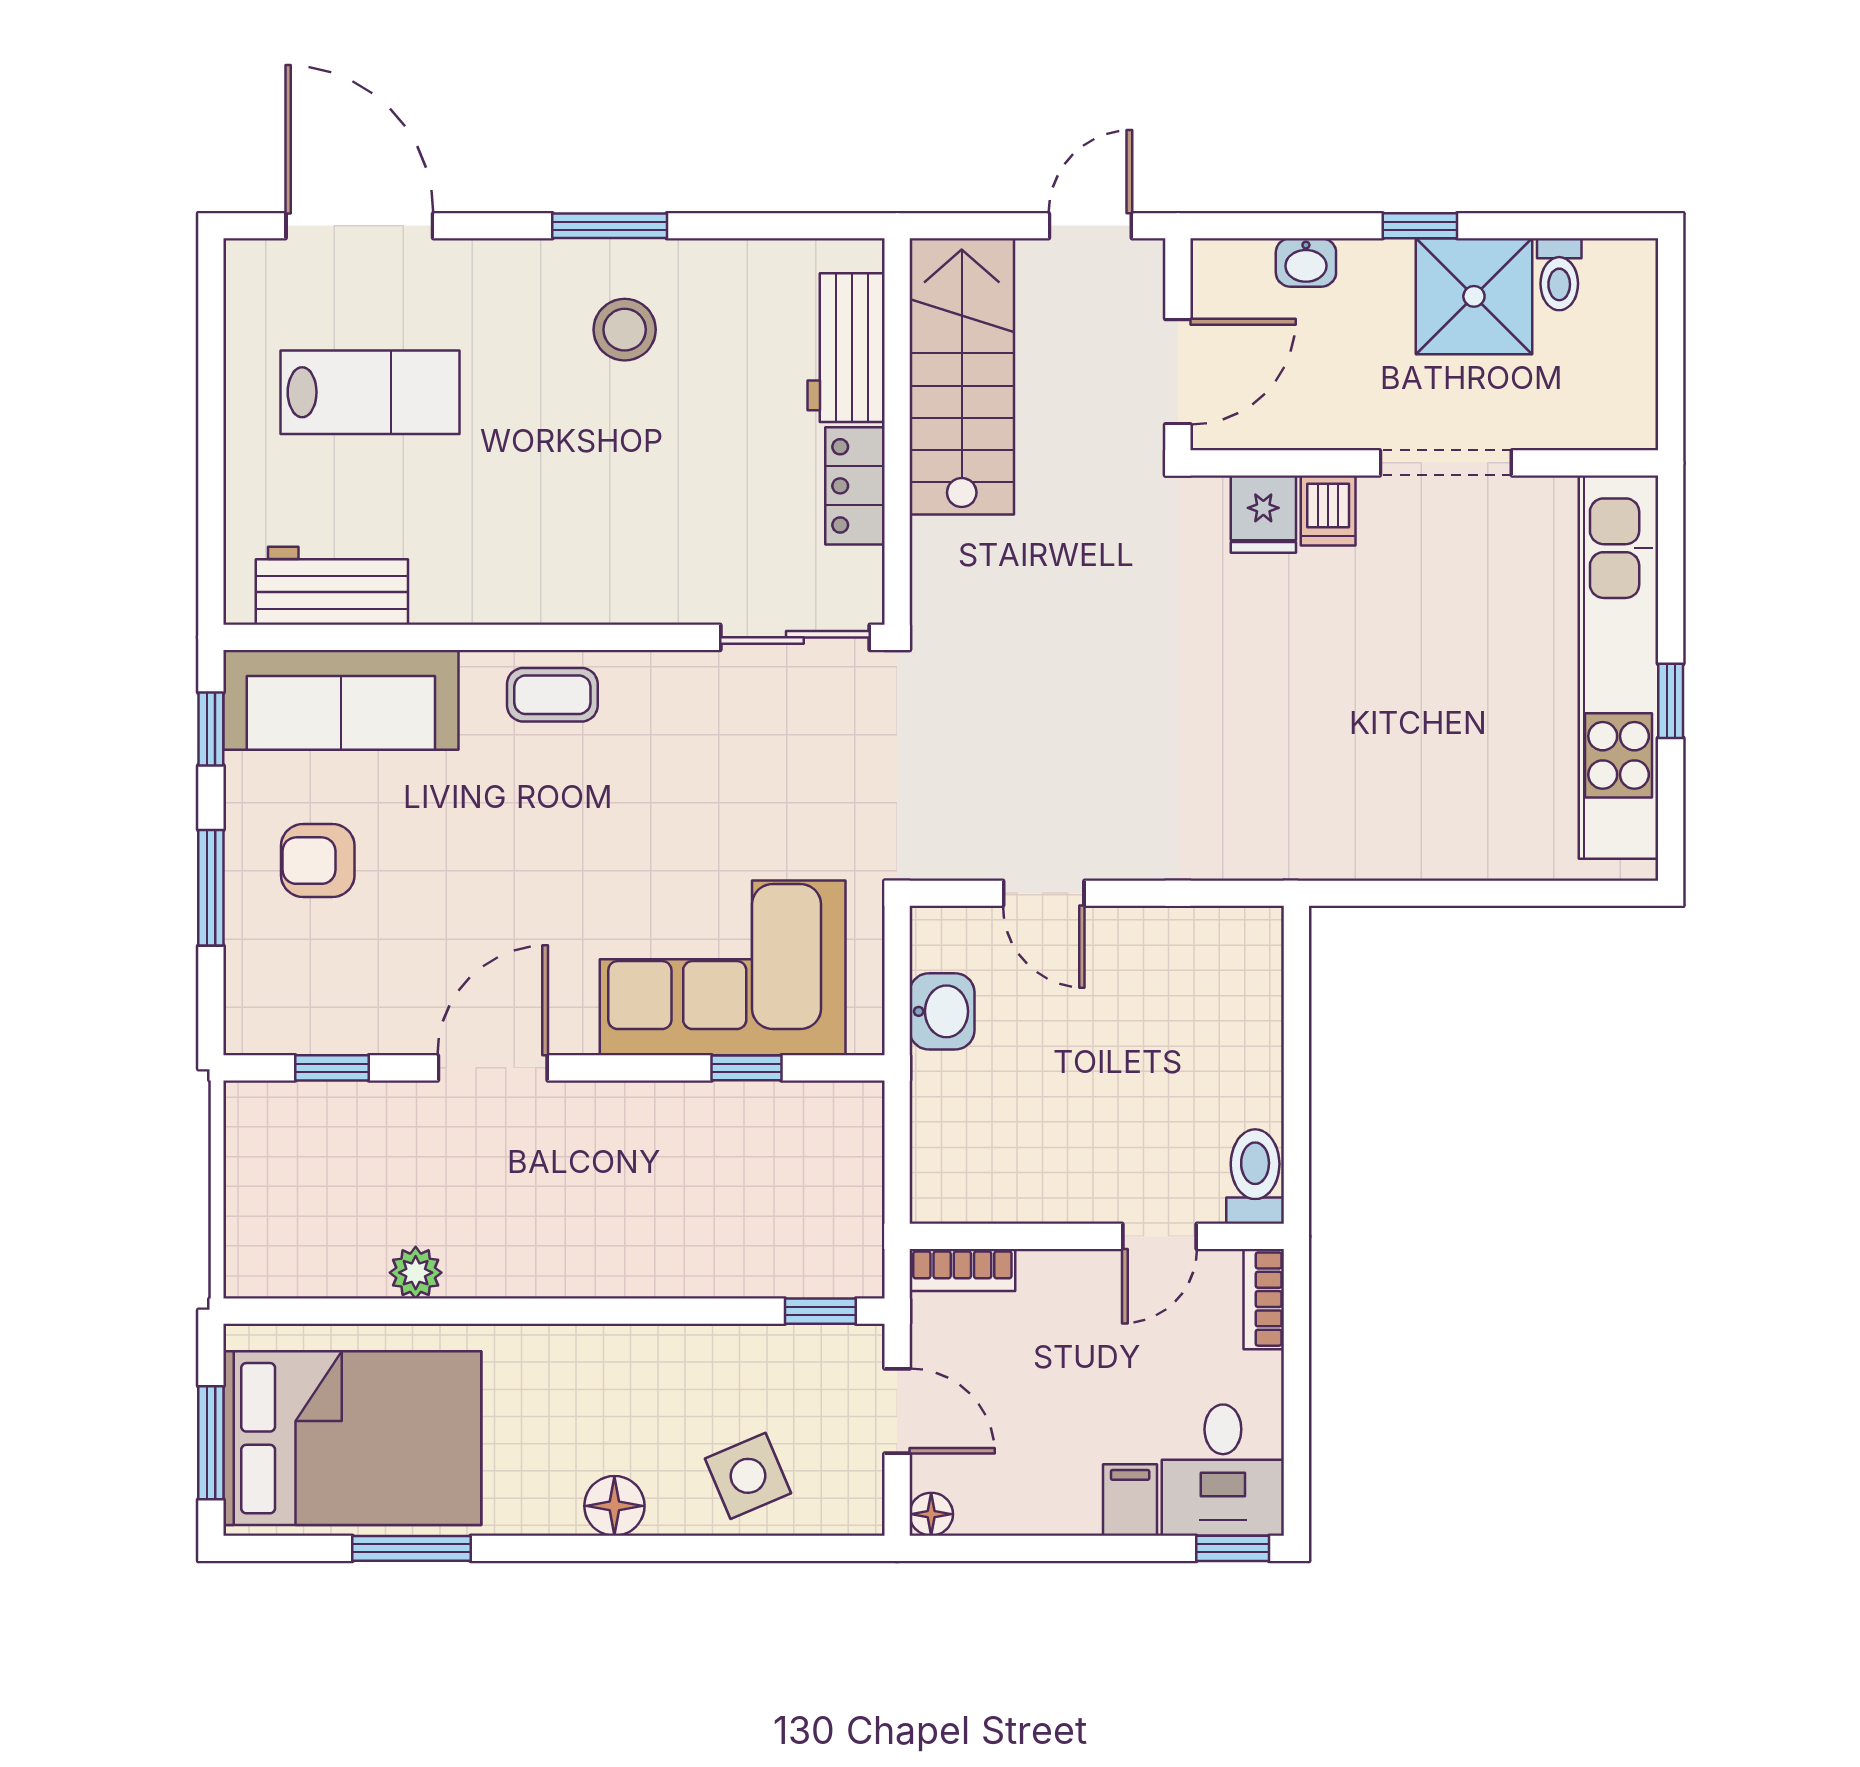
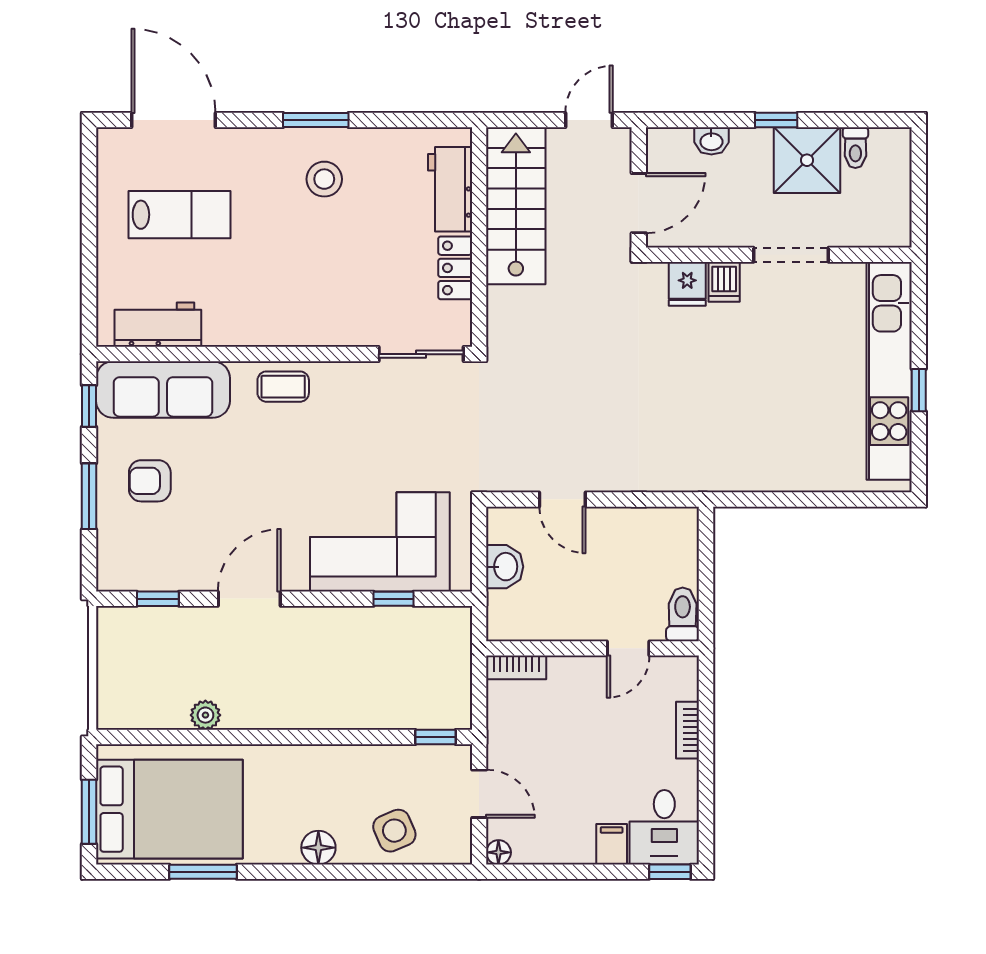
toilet: (1255, 1176) -> (683, 614), moved
wall: (1097, 1236) -> (593, 648), moved
door: (1159, 1236) -> (628, 648), moved
bookcase: (962, 1270) -> (516, 667), moved

